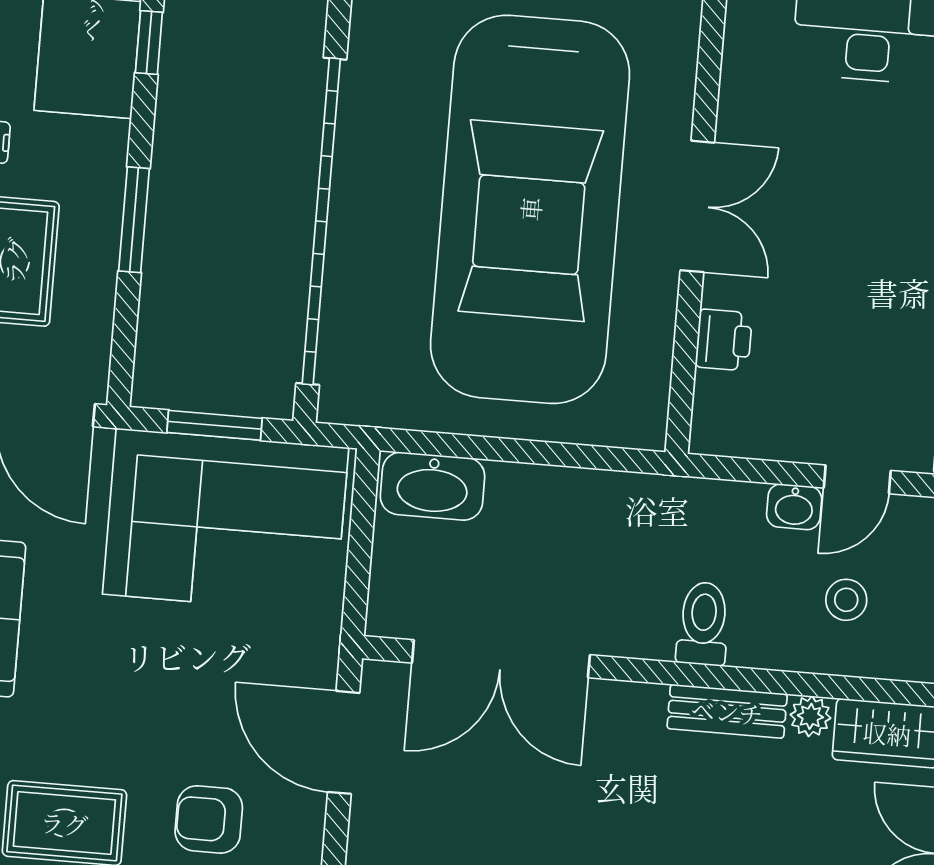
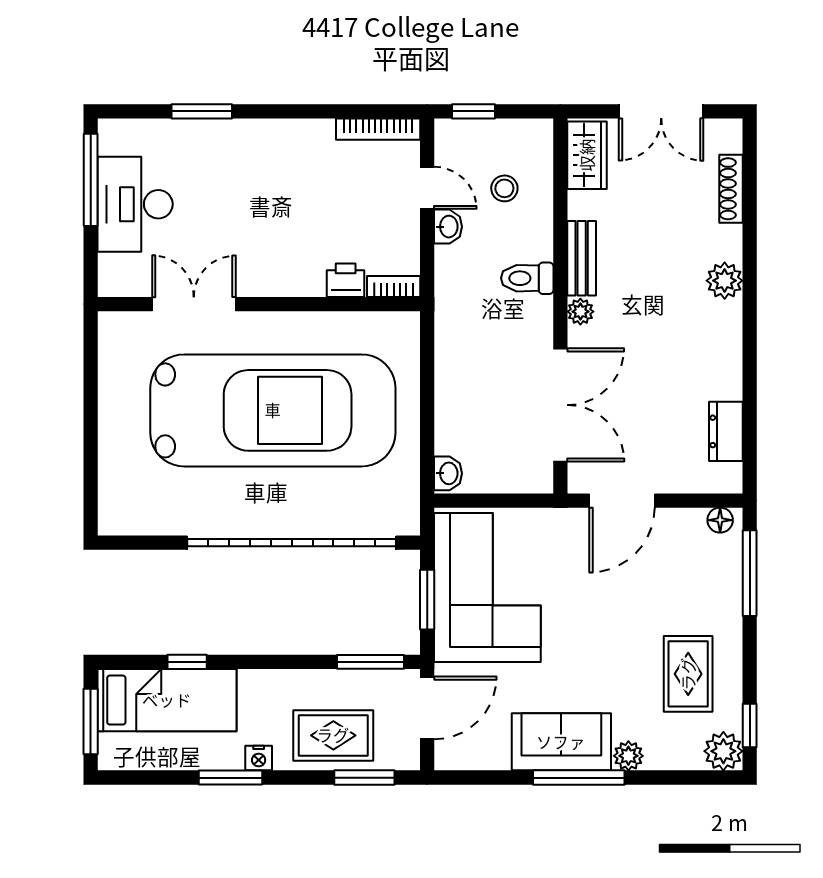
double door: (697, 206) -> (194, 304), moved
window: (134, 220) -> (371, 662), moved
bookcase: (708, 414) -> (394, 287), added
washbasin: (432, 486) -> (448, 473), width x0.52, depth x0.69
plant: (810, 716) -> (580, 312), moved
armchair: (209, 819) -> (678, 582), removed

